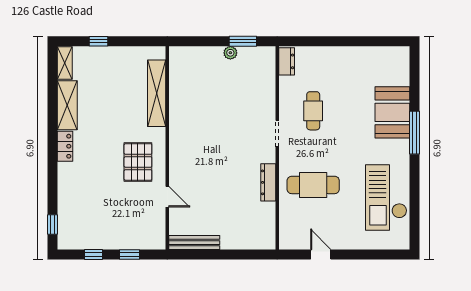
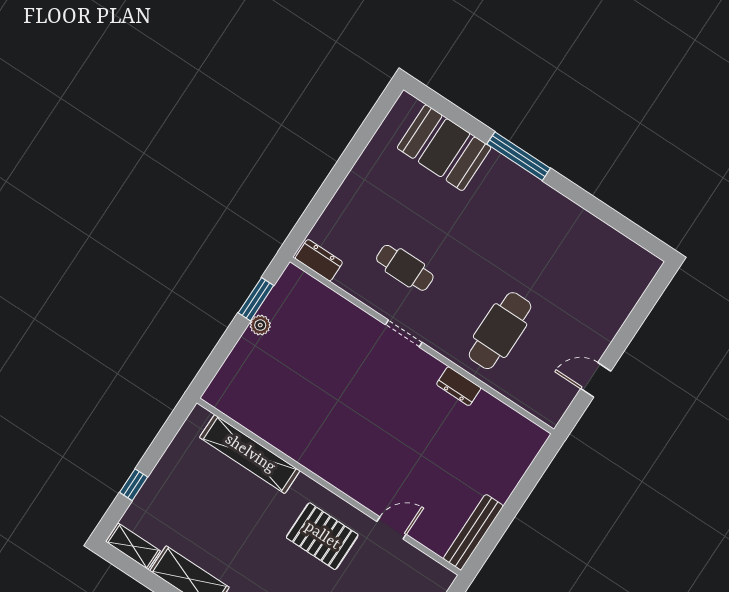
booth: (392, 112) -> (444, 148), moved
dresser: (268, 182) -> (459, 386), width x0.70
checkout: (386, 197) -> (578, 247), removed

